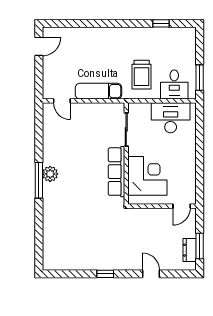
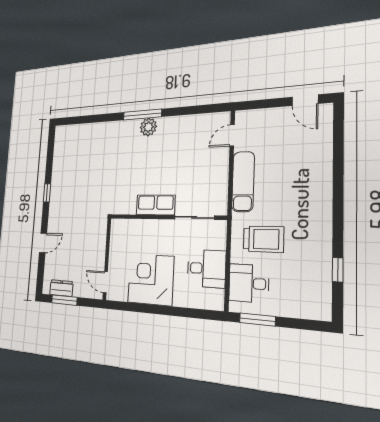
trolley: (142, 75) -> (263, 239), turned 180
desk: (171, 118) -> (206, 268), width x0.73
row of seats: (116, 172) -> (156, 205), width x0.68
corner desk: (147, 176) -> (151, 279), moved, turned 180

